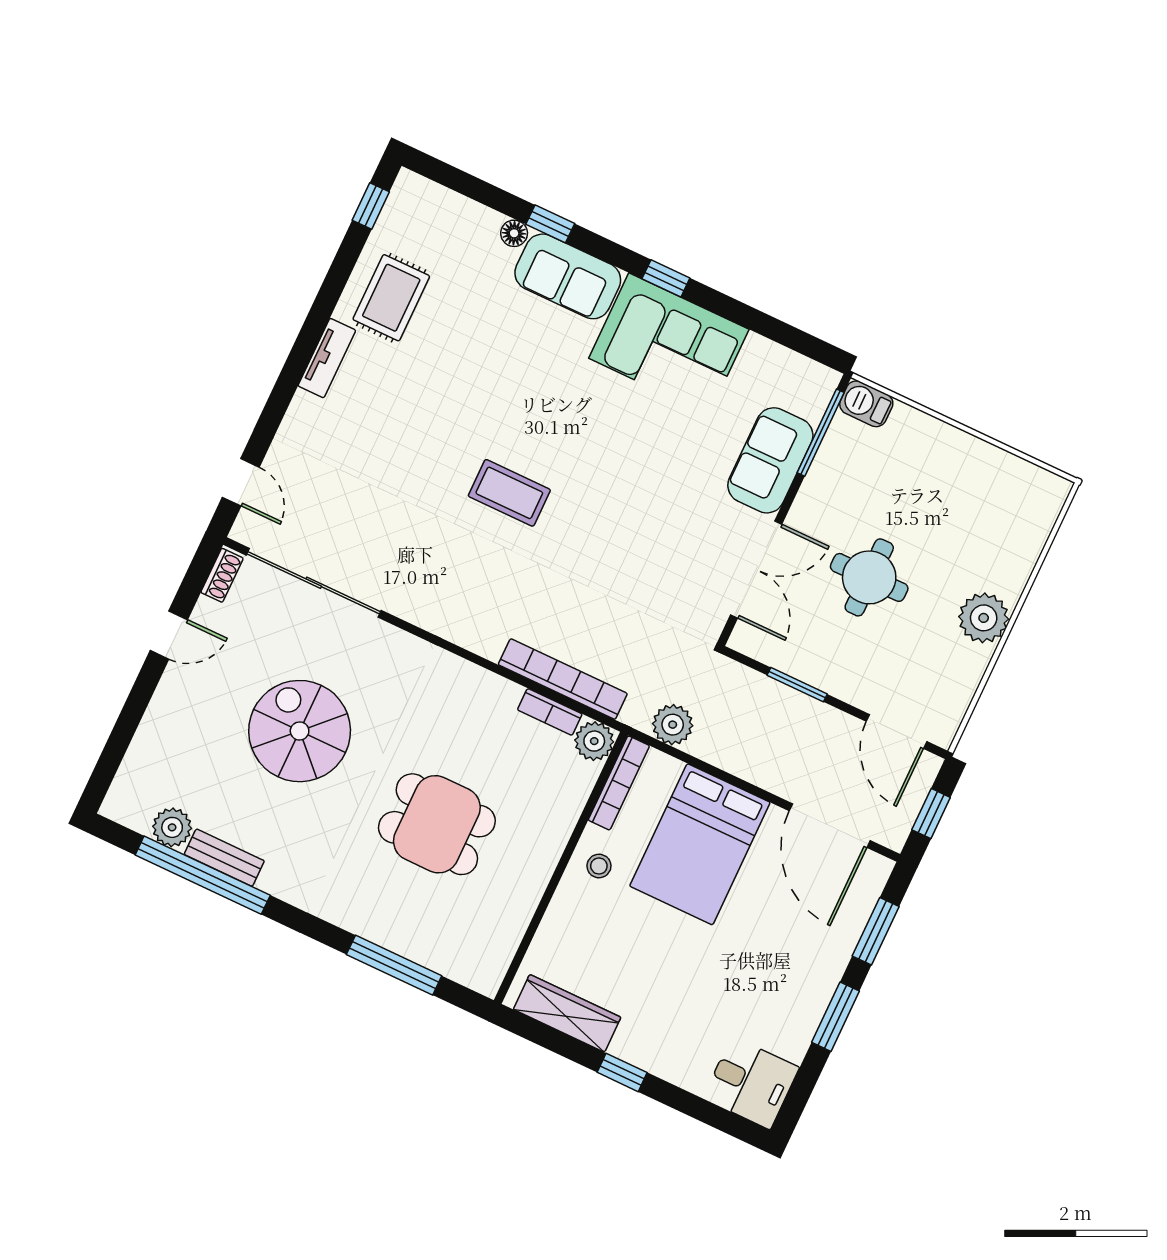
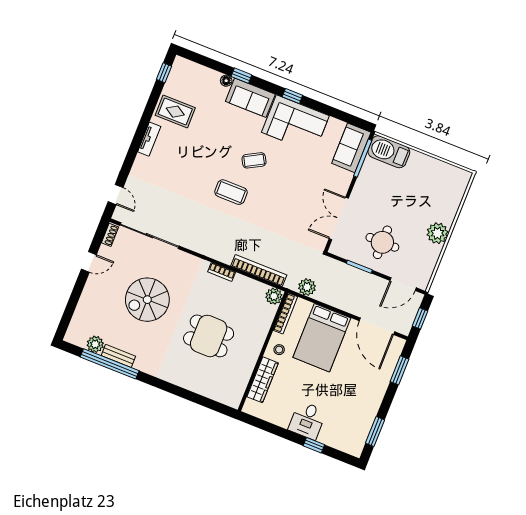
rug: (391, 298) -> (175, 112), turned 90
barbecue: (866, 404) -> (389, 152), width x1.88, depth x1.53
coffee table: (567, 423) -> (254, 160), added
sofa: (770, 460) -> (351, 148), moved
double door: (756, 570) -> (339, 218), swing flipped
round table: (869, 577) -> (382, 242), moved
bookcase: (550, 712) -> (222, 272), moved
spiral stairs: (300, 731) -> (147, 300), turned -90
door: (897, 731) -> (403, 284), hinge flipped
window: (394, 965) -> (194, 397), removed
wardrobe: (567, 1013) -> (263, 380), moved, turned 90
window: (835, 1017) -> (375, 432), moved
window: (622, 1072) -> (314, 445), moved
desk: (751, 1083) -> (307, 420), moved, turned 90

